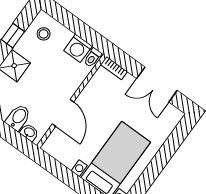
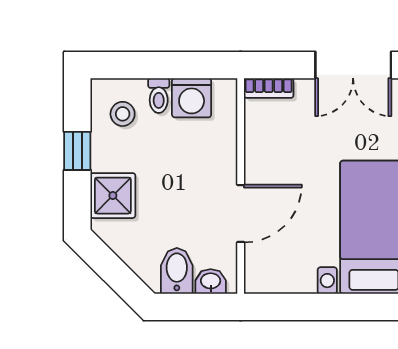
toilet: (93, 58) -> (159, 96), moved
door: (63, 113) -> (241, 214), hinge flipped

